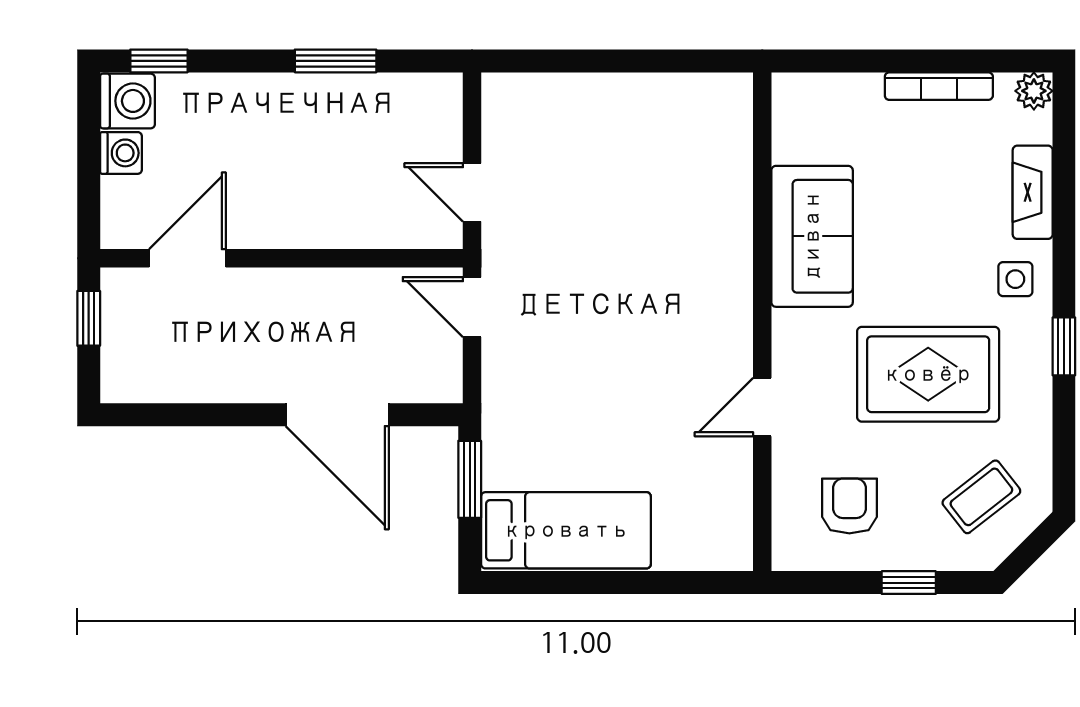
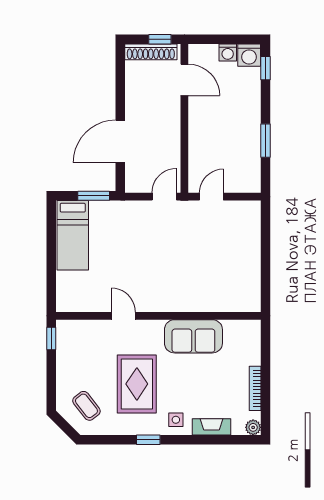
shoe rack: (120, 340) -> (151, 52), added
armchair: (849, 506) -> (83, 352), removed
window: (909, 583) -> (51, 338), moved

